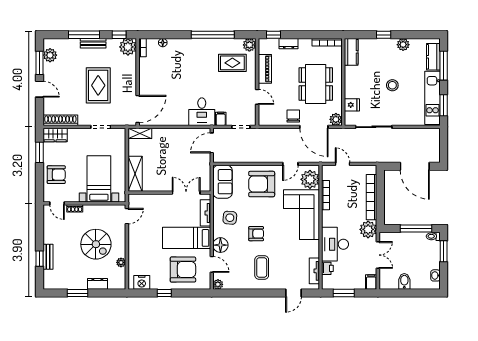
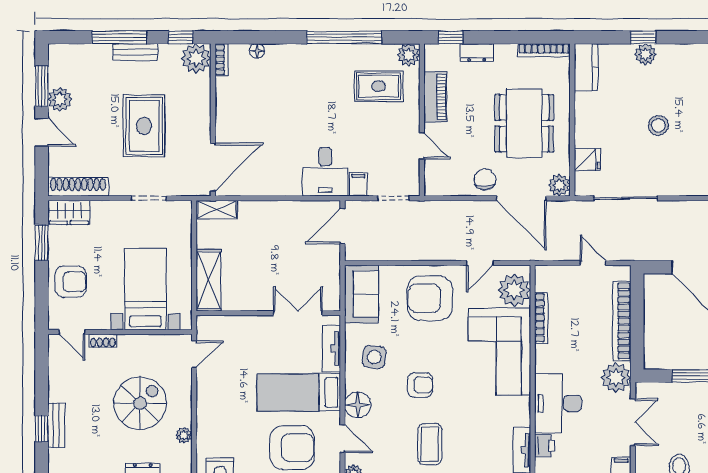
plant: (403, 45) -> (645, 54), moved
plant: (50, 55) -> (60, 99), moved
door: (343, 164) -> (593, 263), moved
spiral stairs: (96, 244) -> (140, 403), turned -90

